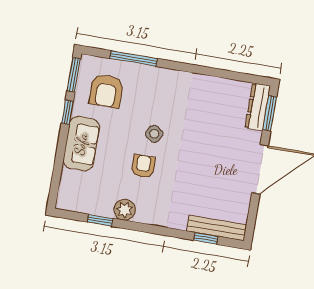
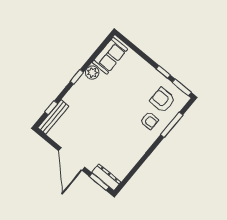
side table: (154, 134) -> (124, 113), removed
sofa: (81, 144) -> (110, 56), moved, turned -90
armchair: (143, 166) -> (149, 121), moved
window: (100, 220) -> (77, 77), moved

